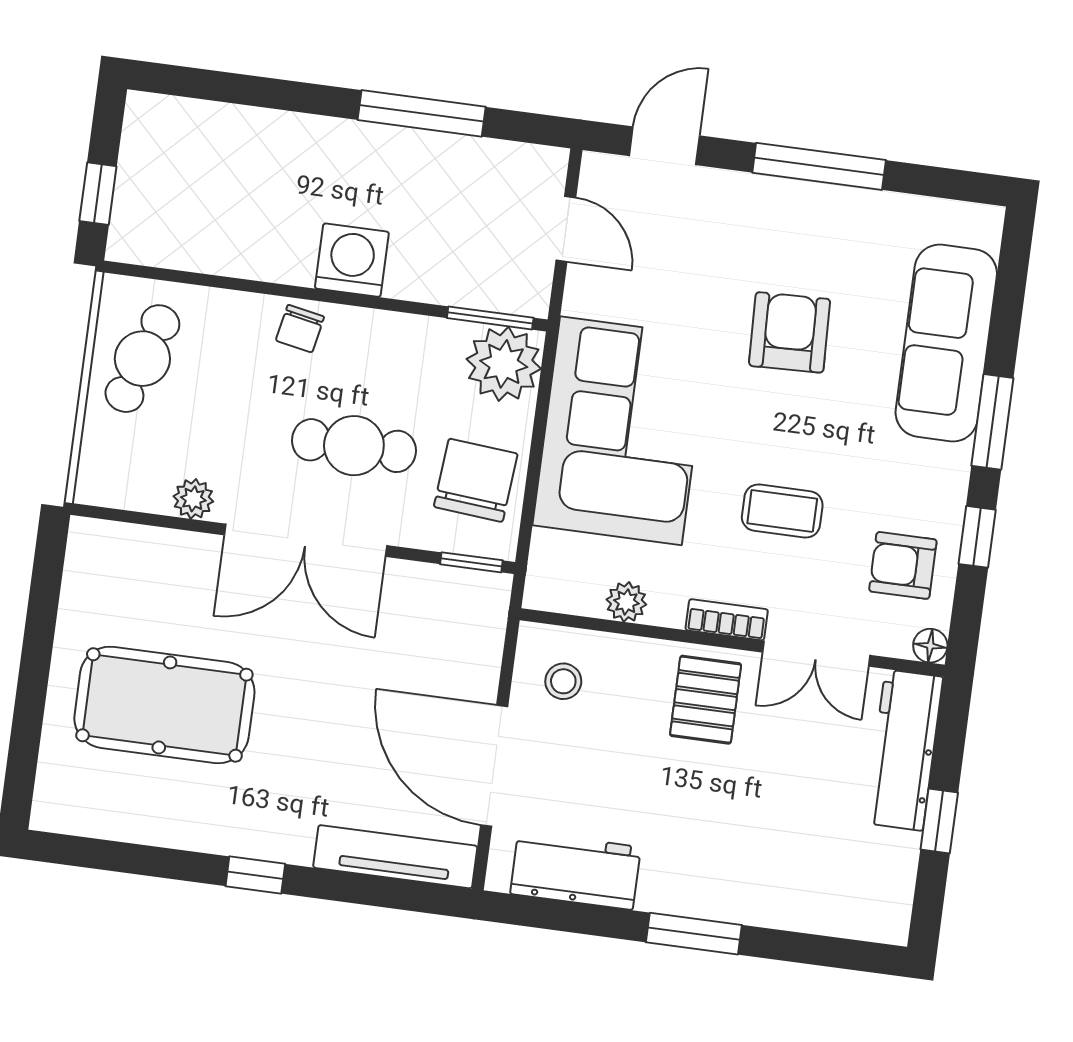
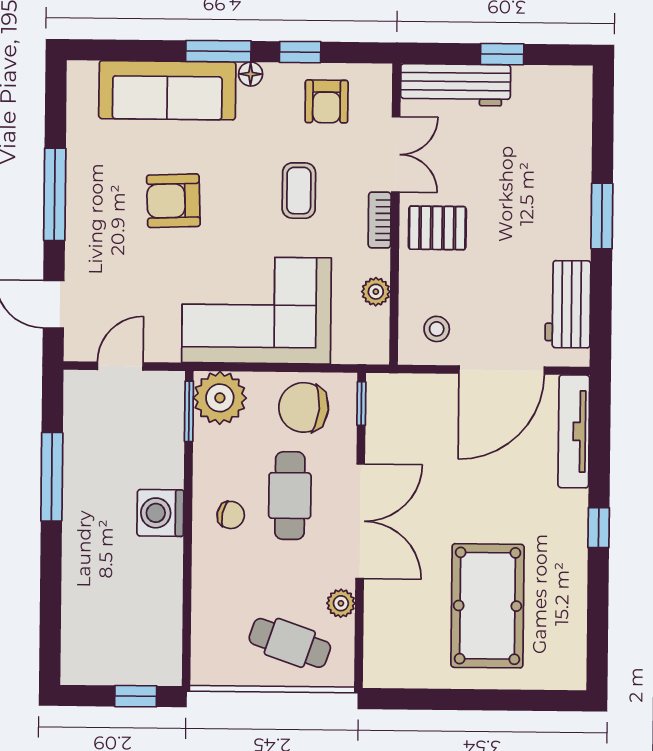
chair: (300, 329) -> (231, 515), moved
cafe table: (142, 359) -> (290, 643), moved
floor lamp: (930, 646) -> (251, 74), moved

